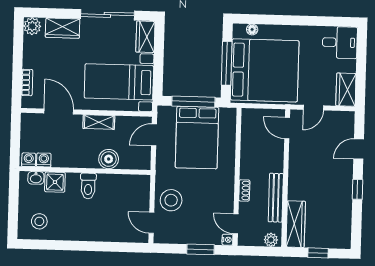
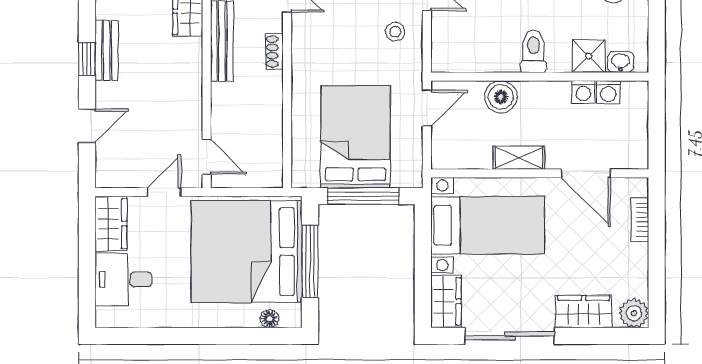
desk: (340, 42) -> (123, 279), moved
door: (154, 135) -> (427, 108), moved
washing machine: (29, 160) -> (583, 92), moved
bench: (346, 194) -> (107, 50), added
stool: (171, 200) -> (395, 32), width x0.53, depth x0.53

